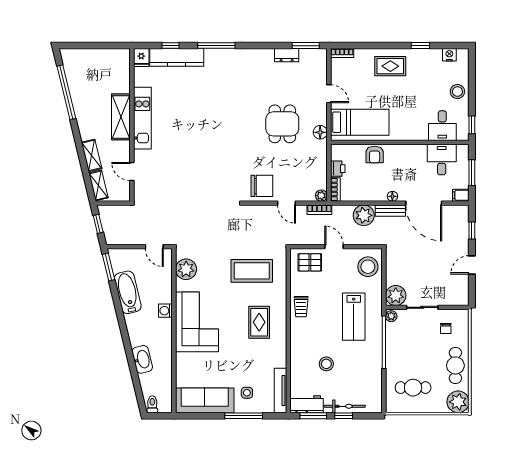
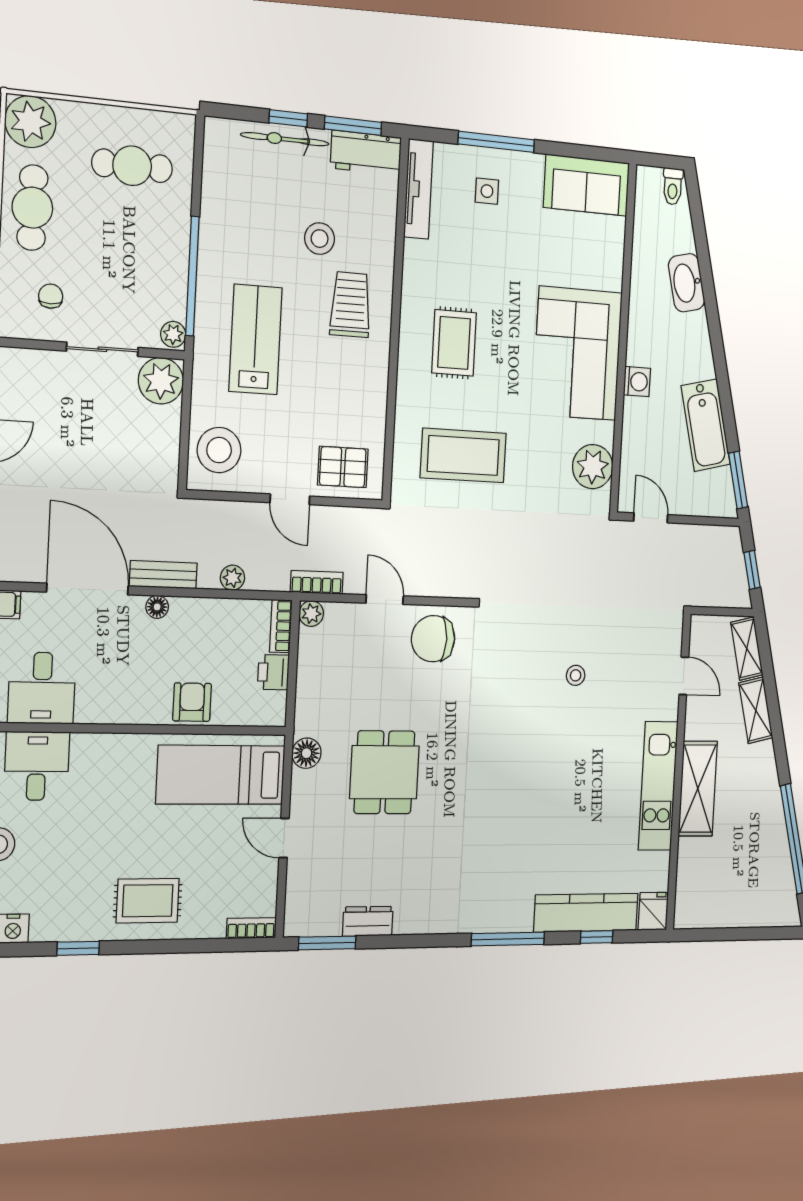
stool: (189, 170) -> (576, 675), added
plant: (364, 215) -> (232, 578), width x0.53, depth x0.53
trolley: (301, 307) -> (350, 305), moved, width x1.36, depth x1.39
sofa: (205, 400) -> (587, 185), width x0.73

